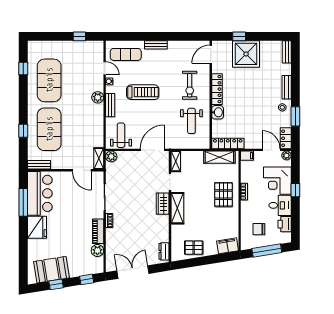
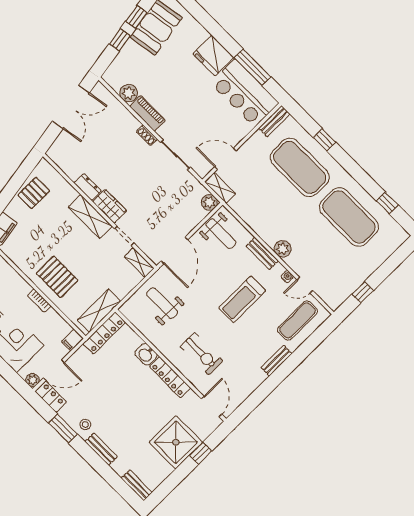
exercise bike: (190, 85) -> (202, 354), turned 180
weight bench: (191, 121) -> (162, 303), moved
dresser: (164, 251) -> (88, 187), moved
window: (87, 279) -> (120, 40), moved

